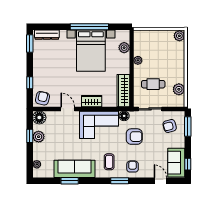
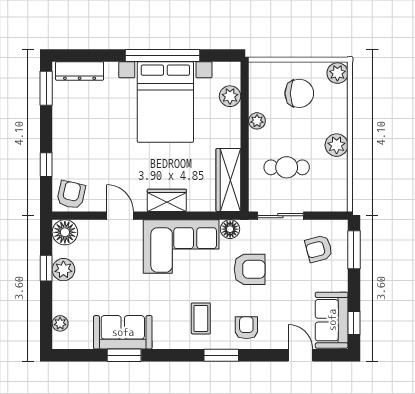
chair: (160, 46) -> (299, 93), added
plant: (179, 89) -> (337, 145), moved
sofa: (74, 169) -> (123, 332), width x0.73

